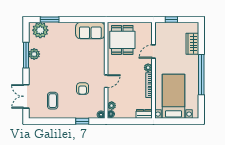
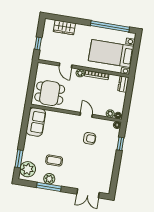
window: (201, 75) -> (110, 26), moved
coffee table: (53, 101) -> (54, 160), moved

